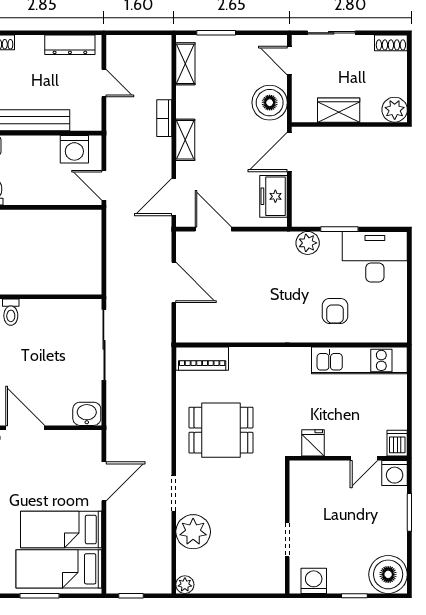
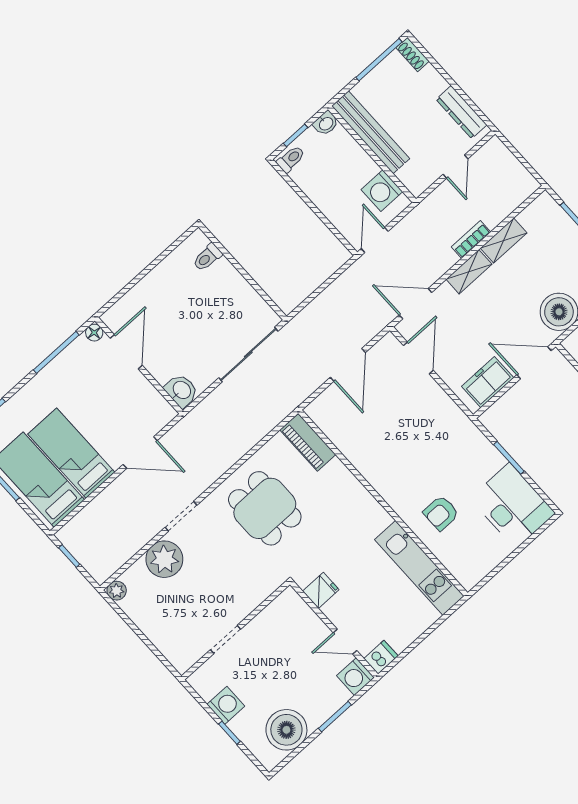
shelving: (185, 64) -> (504, 241), moved
plant: (308, 243) -> (475, 443), removed
boiler: (388, 574) -> (286, 730), moved
washing machine: (314, 581) -> (226, 705), moved

